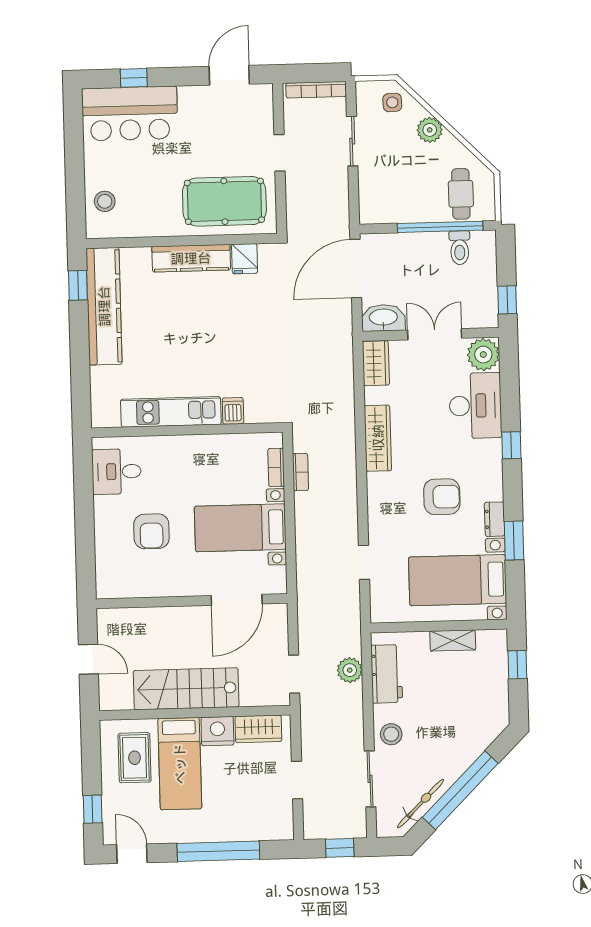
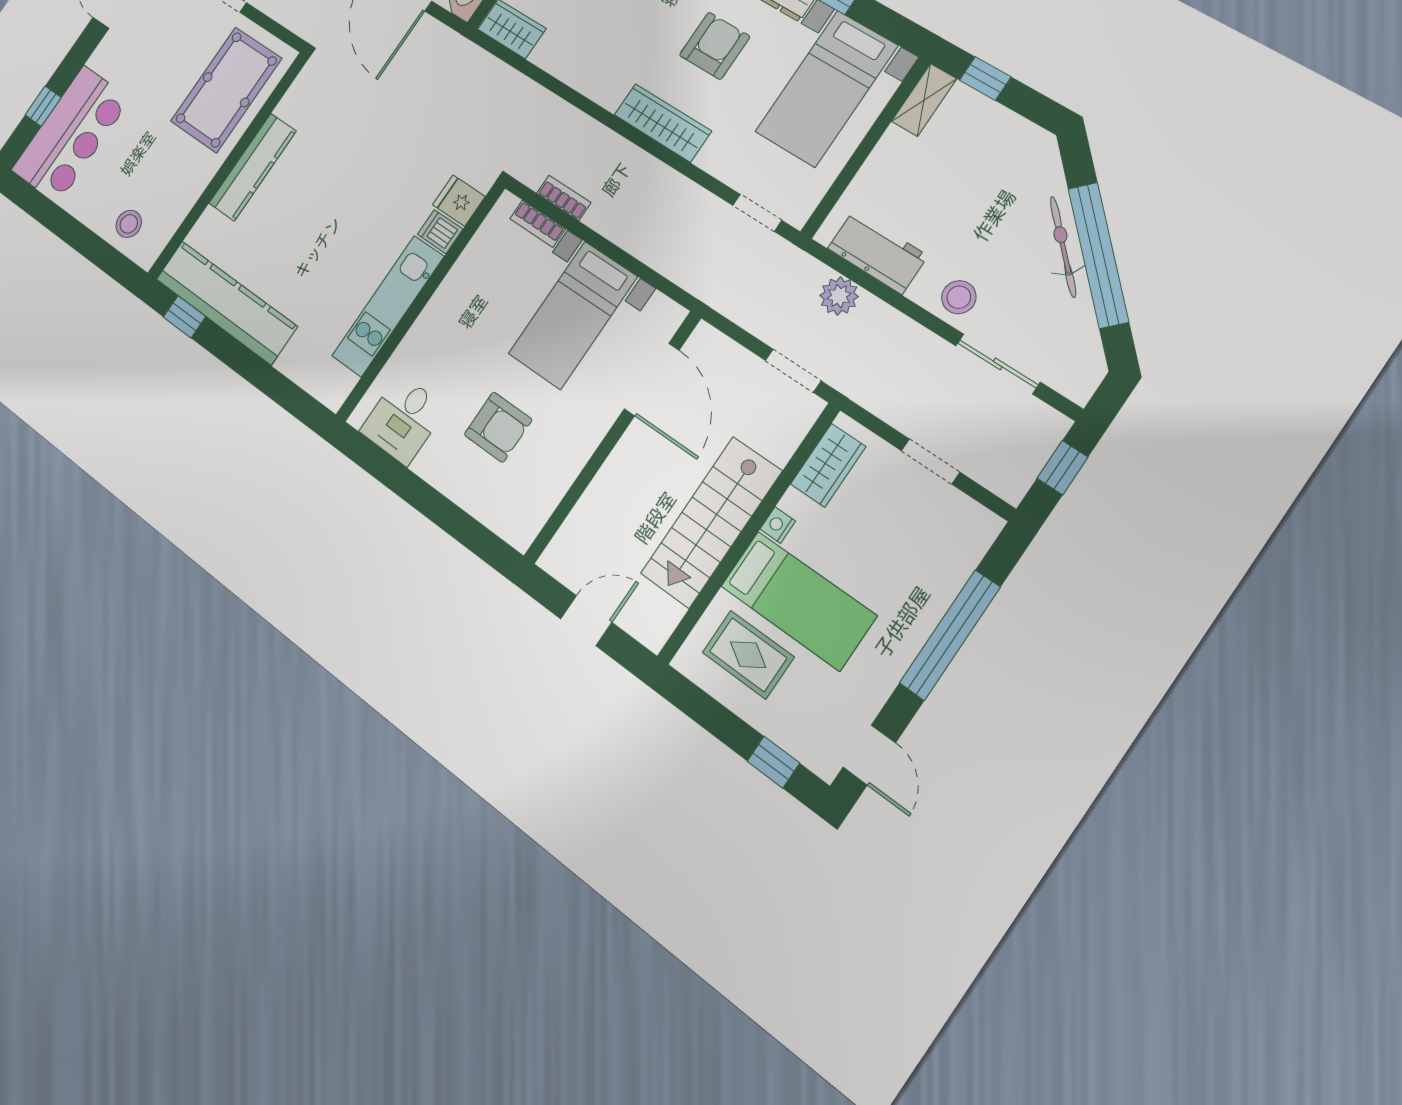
fridge: (245, 259) -> (459, 201), moved, turned 180
wardrobe: (378, 438) -> (663, 123), moved
doorway: (364, 562) -> (757, 213), moved
shelving: (453, 640) -> (924, 100), moved
nightstand: (217, 731) -> (778, 525), width x0.53, depth x0.56
bicycle: (421, 804) -> (1063, 247), moved
door: (132, 854) -> (869, 755), swing flipped

